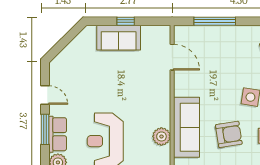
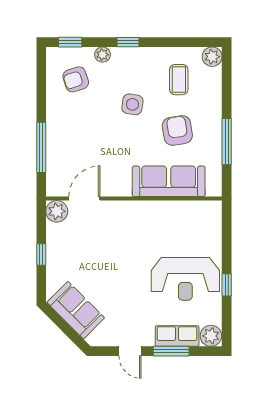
sofa: (119, 38) -> (76, 310), moved, turned -45
door: (45, 95) -> (130, 351), swing flipped
plant: (161, 136) -> (57, 211), moved

